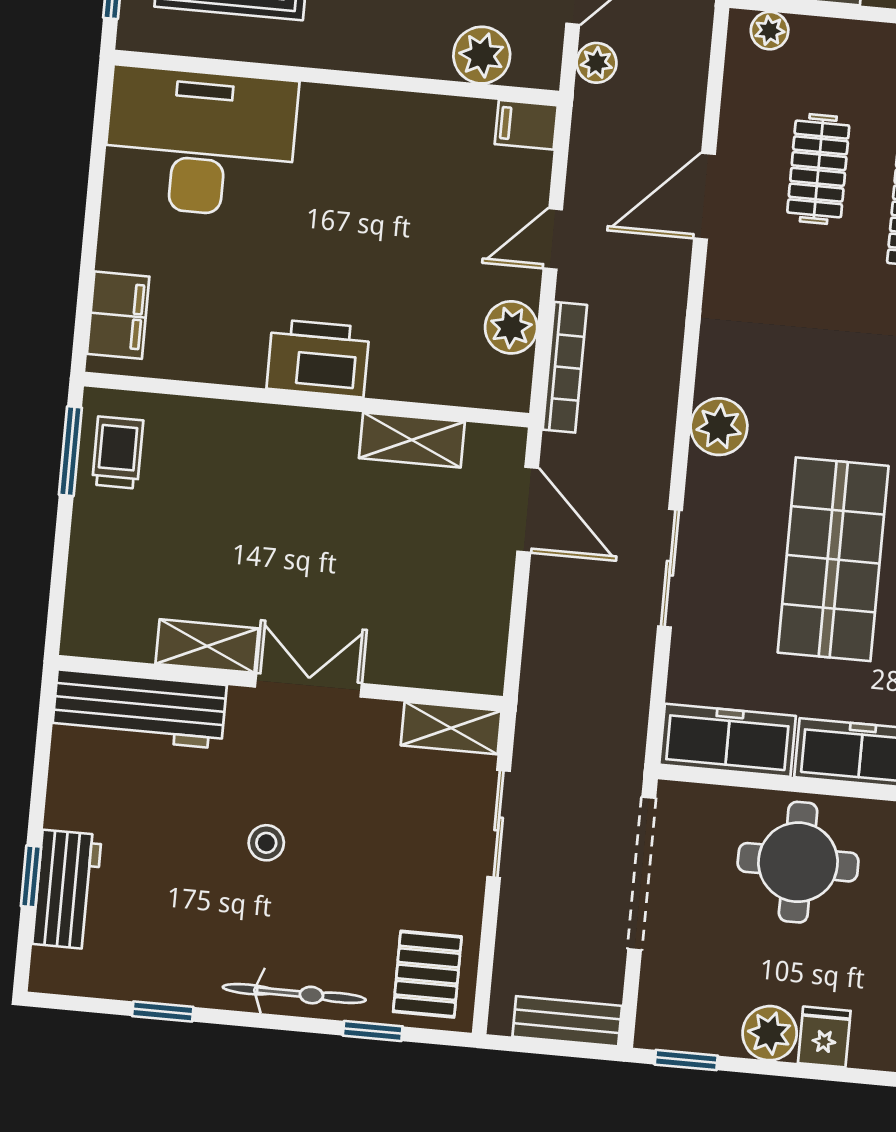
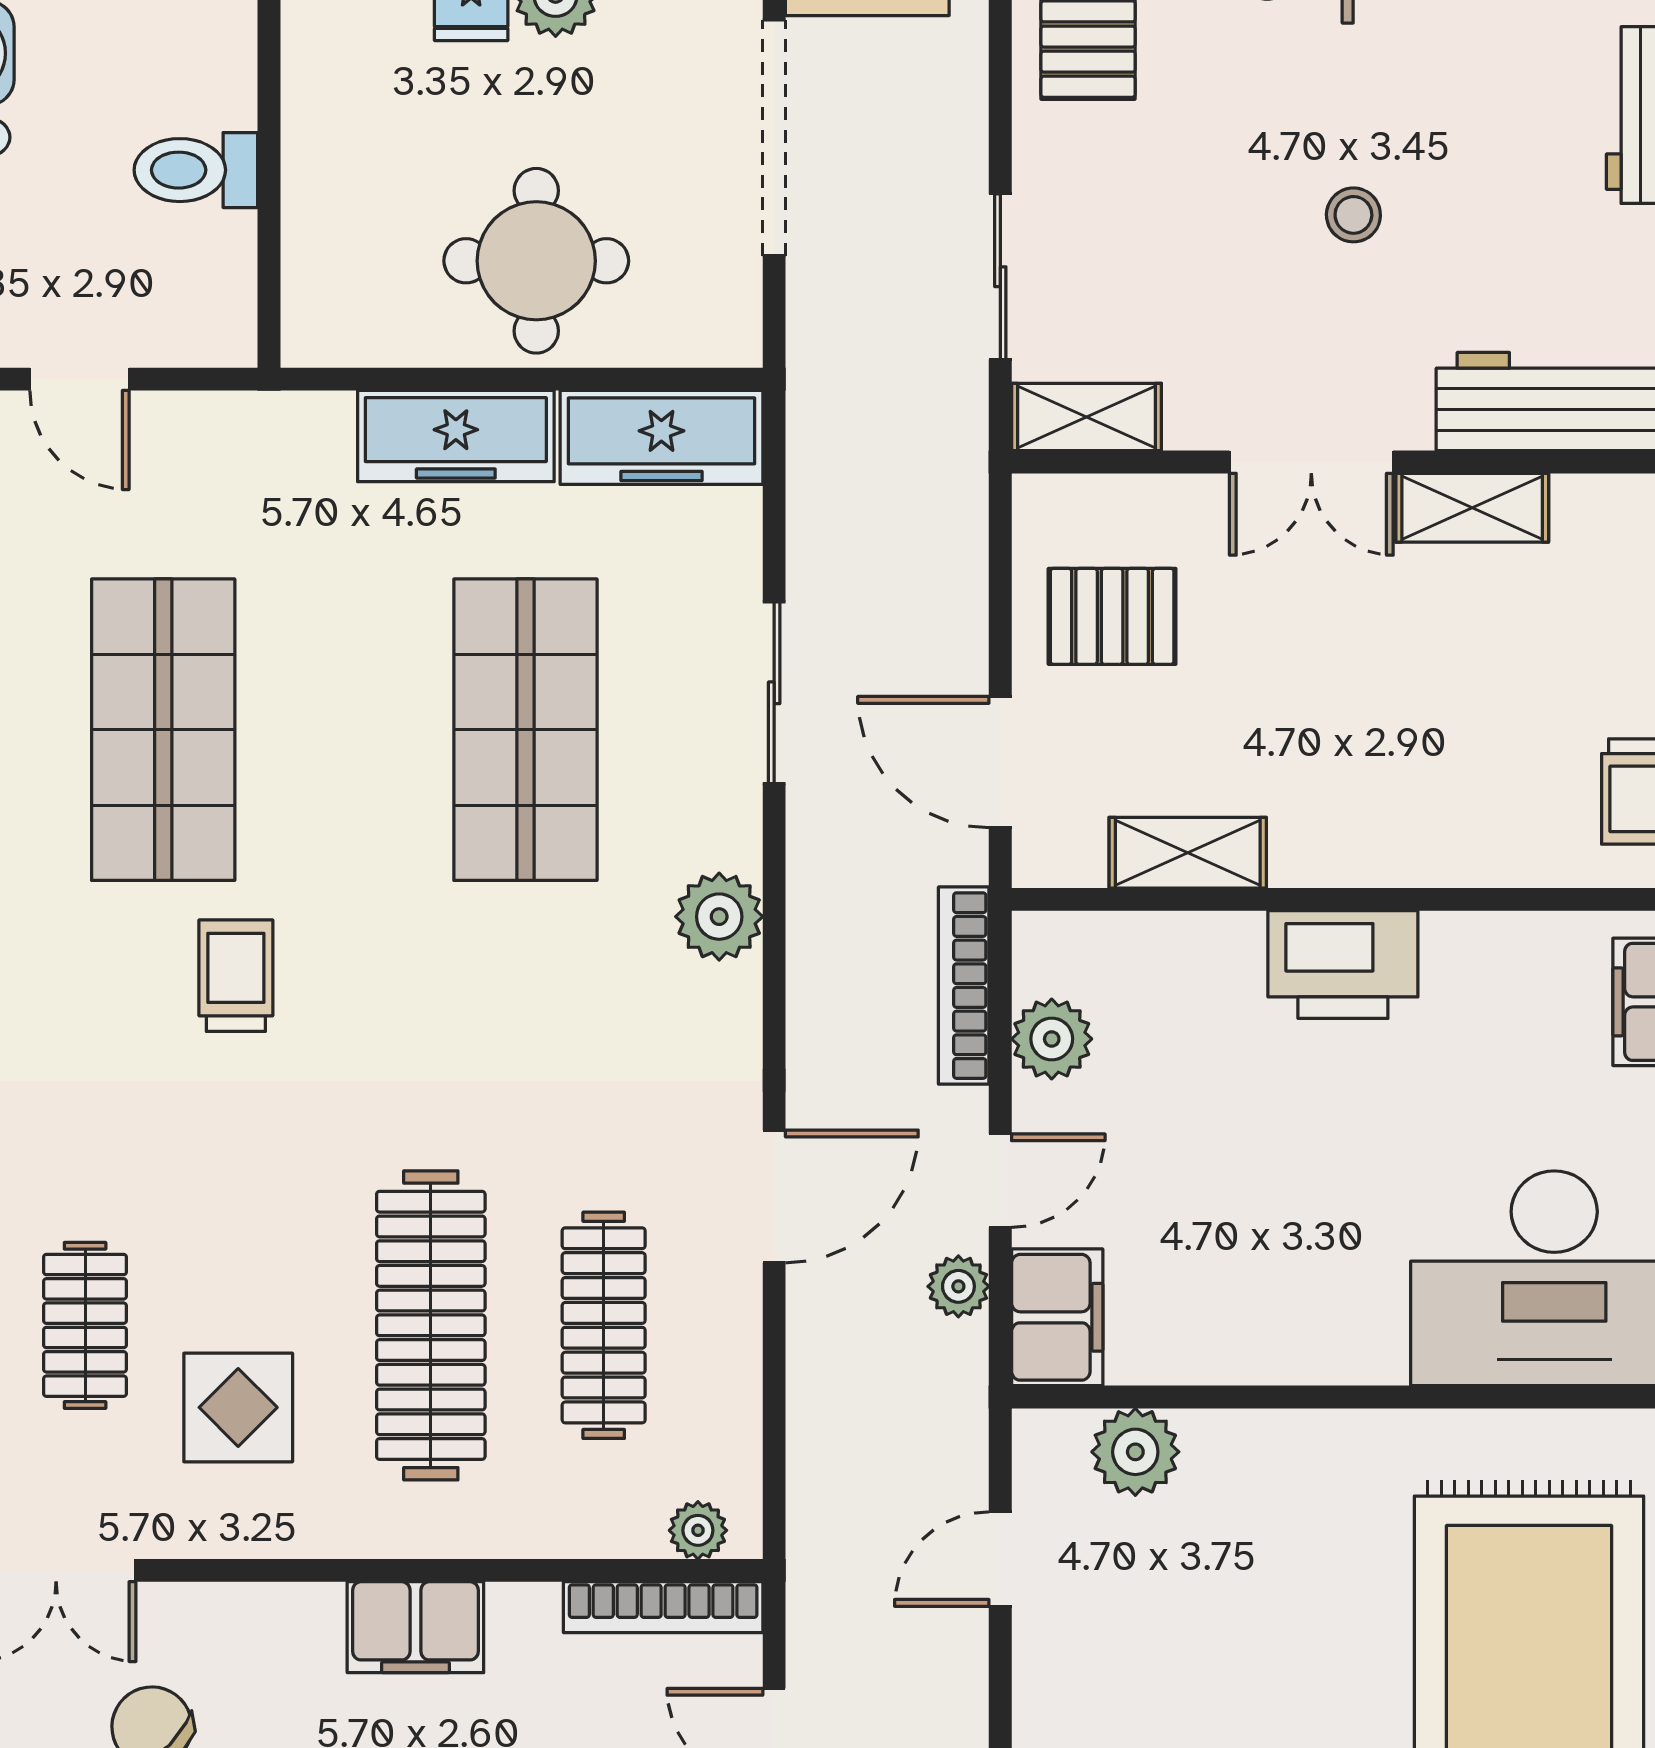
plant: (597, 63) -> (958, 1286), moved
filing cabinet: (526, 125) -> (1057, 1317), width x2.00
clothes rail: (818, 169) -> (604, 1325), width x1.36
door: (705, 196) -> (774, 1196), moved
pallet: (447, 597) -> (1112, 616), added
doorway: (642, 874) -> (774, 138), moved

